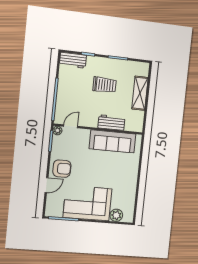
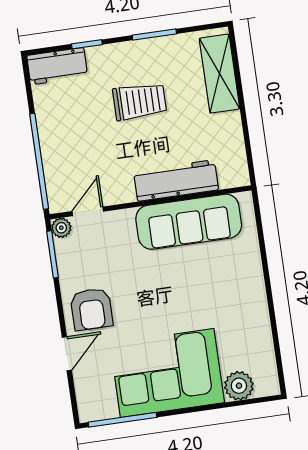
shelving: (140, 93) -> (220, 74), moved
workbench: (112, 123) -> (176, 180), width x1.38
armchair: (62, 169) -> (91, 309), turned 90

